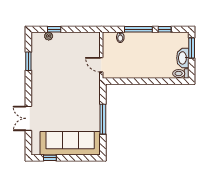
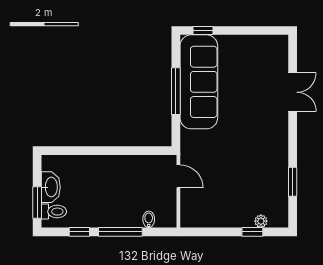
toilet: (181, 74) -> (54, 212), moved
sofa: (70, 143) -> (199, 82), moved, turned -90
window: (50, 158) -> (203, 30), moved

